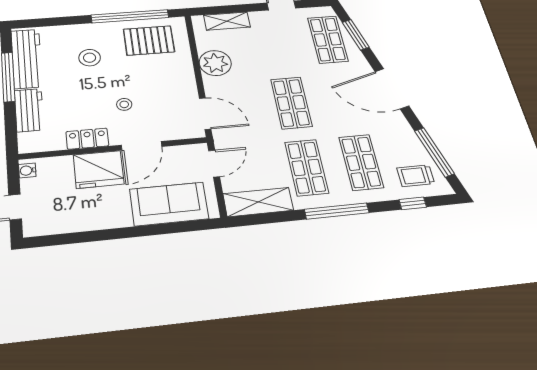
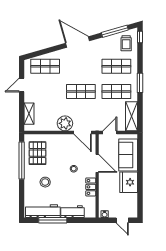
window: (356, 35) -> (44, 52), removed
plant: (215, 63) -> (65, 123), moved
door: (392, 89) -> (78, 42), swing flipped
door: (205, 114) -> (83, 132), swing flipped
door: (214, 164) -> (110, 132), hinge flipped
fridge: (99, 169) -> (129, 182), moved, turned 180
window: (413, 203) -> (140, 37), moved
window: (337, 211) -> (140, 83), width x0.69

